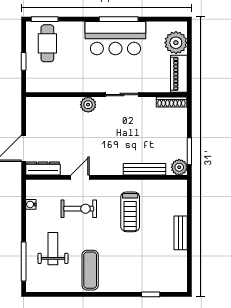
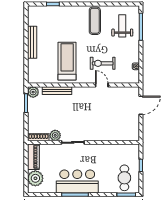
plant: (88, 105) -> (55, 135), moved
dresser: (43, 169) -> (127, 91), removed
door: (80, 177) -> (102, 85), swing flipped
treadmill: (130, 212) -> (67, 61), width x1.37, depth x1.38
bench: (181, 233) -> (32, 42), width x1.36
weight bench: (53, 249) -> (122, 26), moved, turned 180

